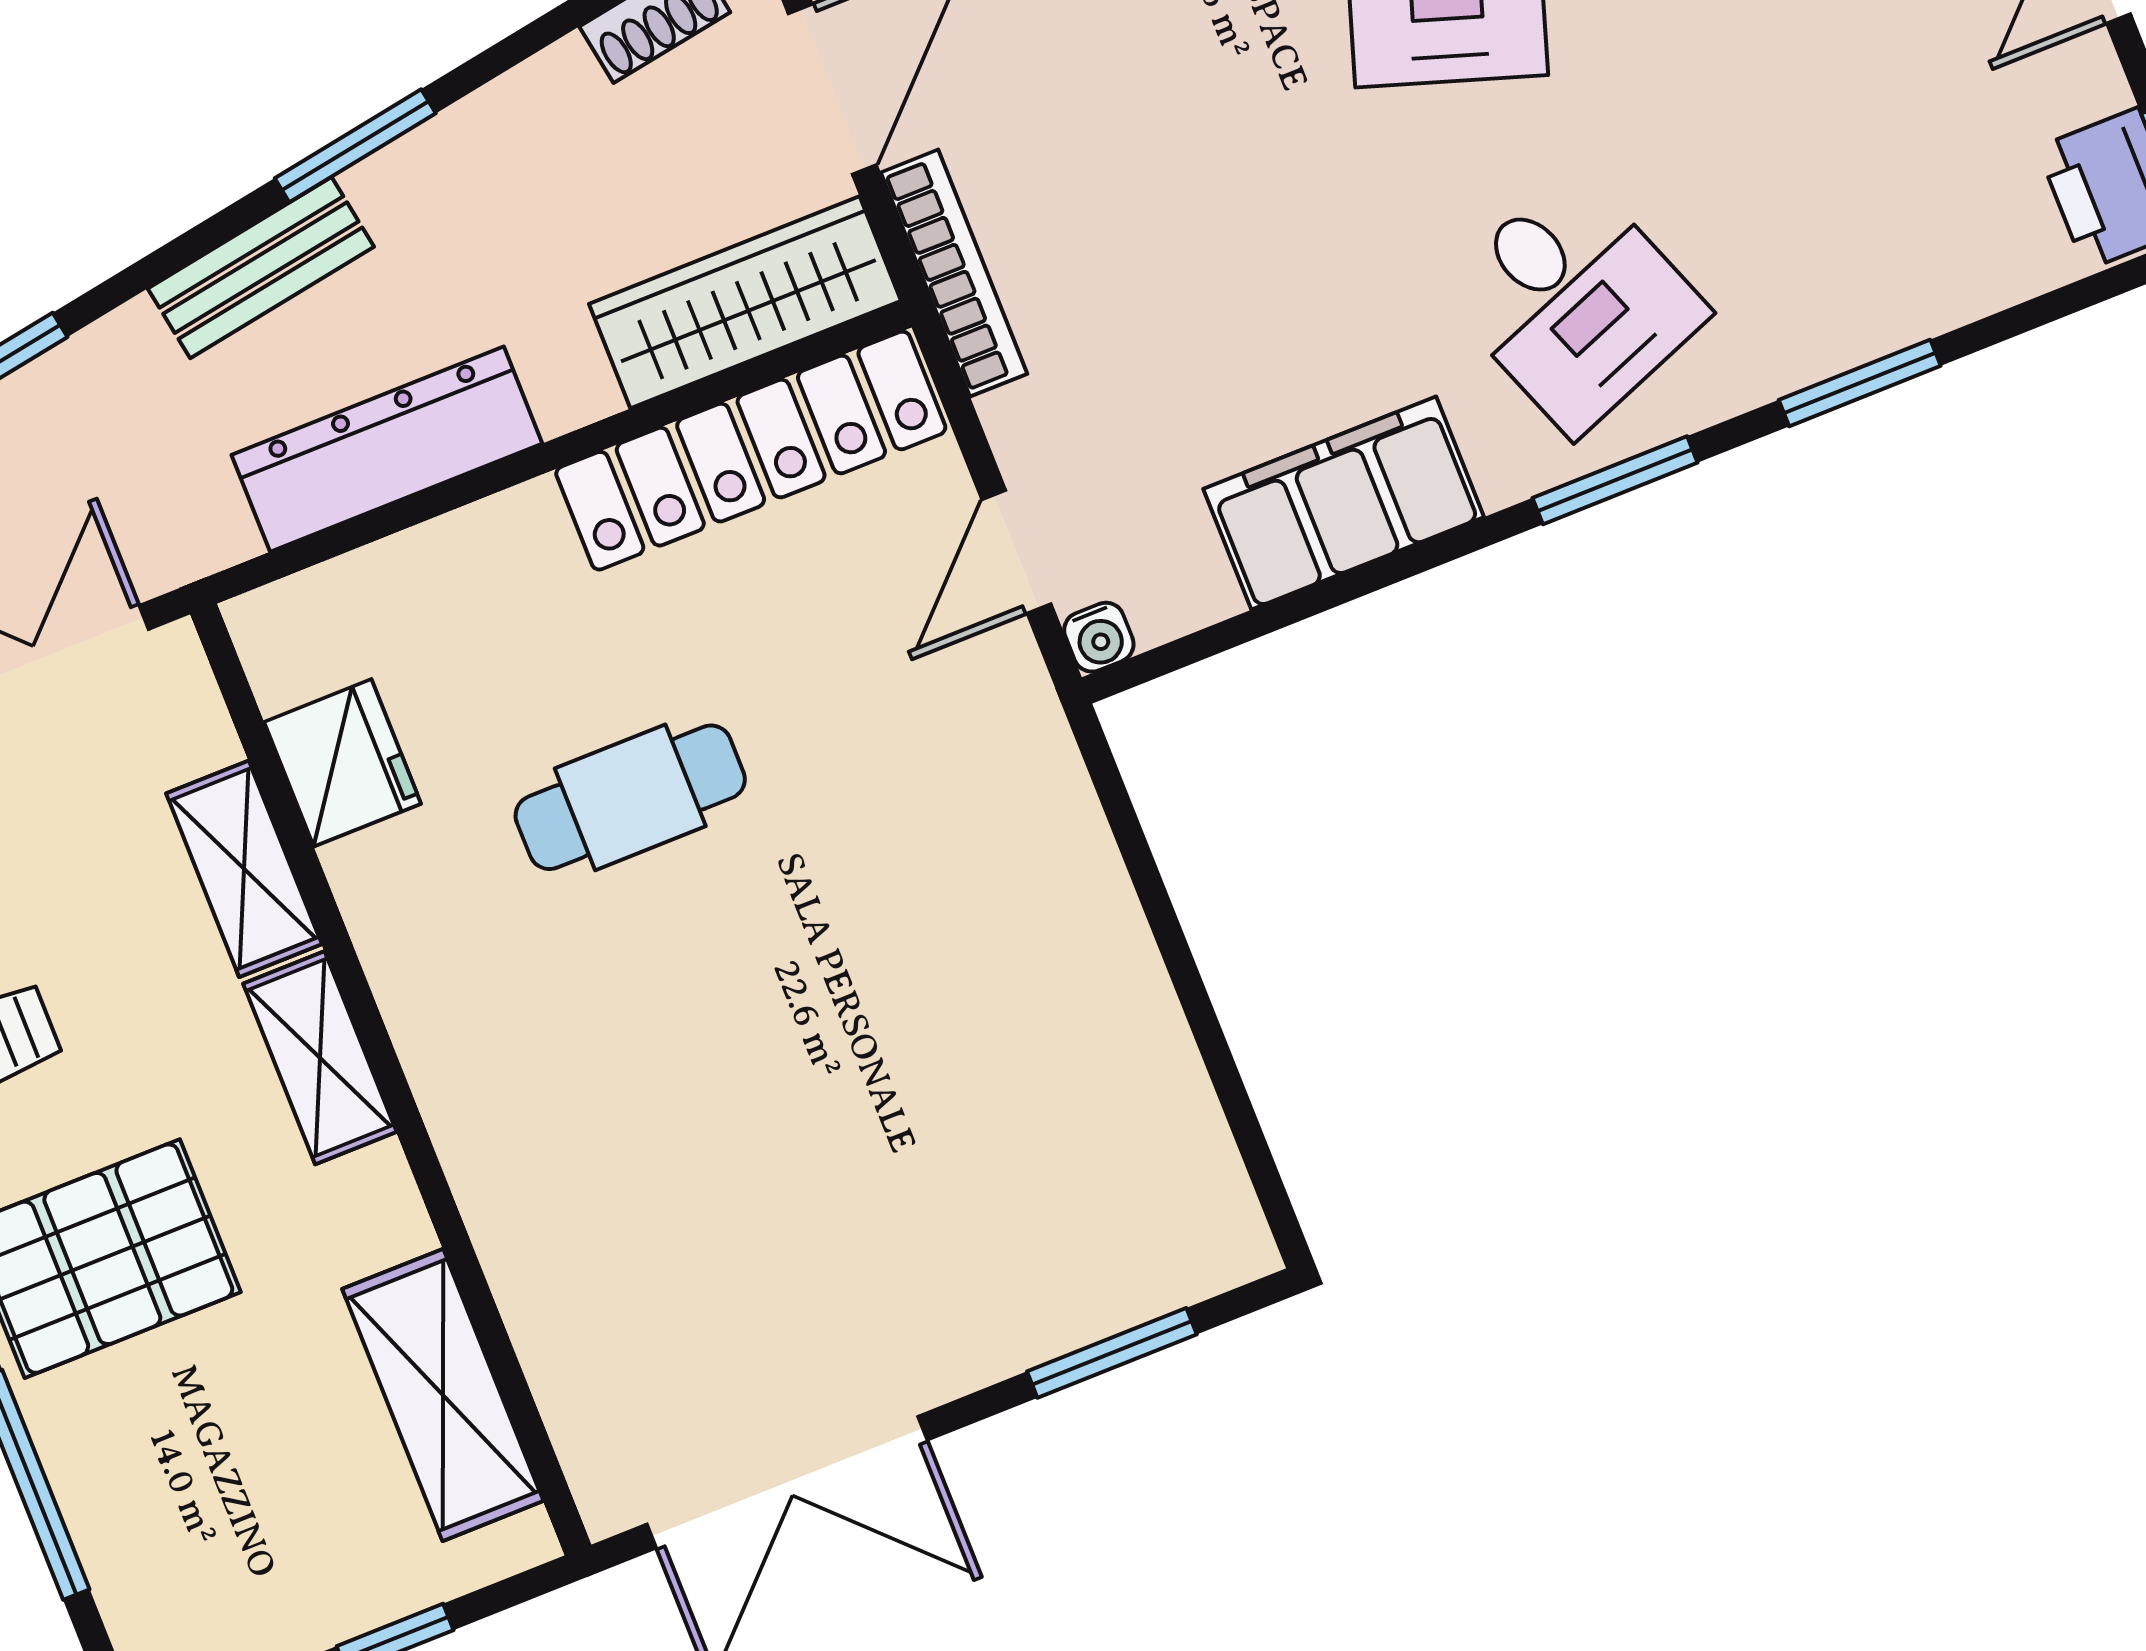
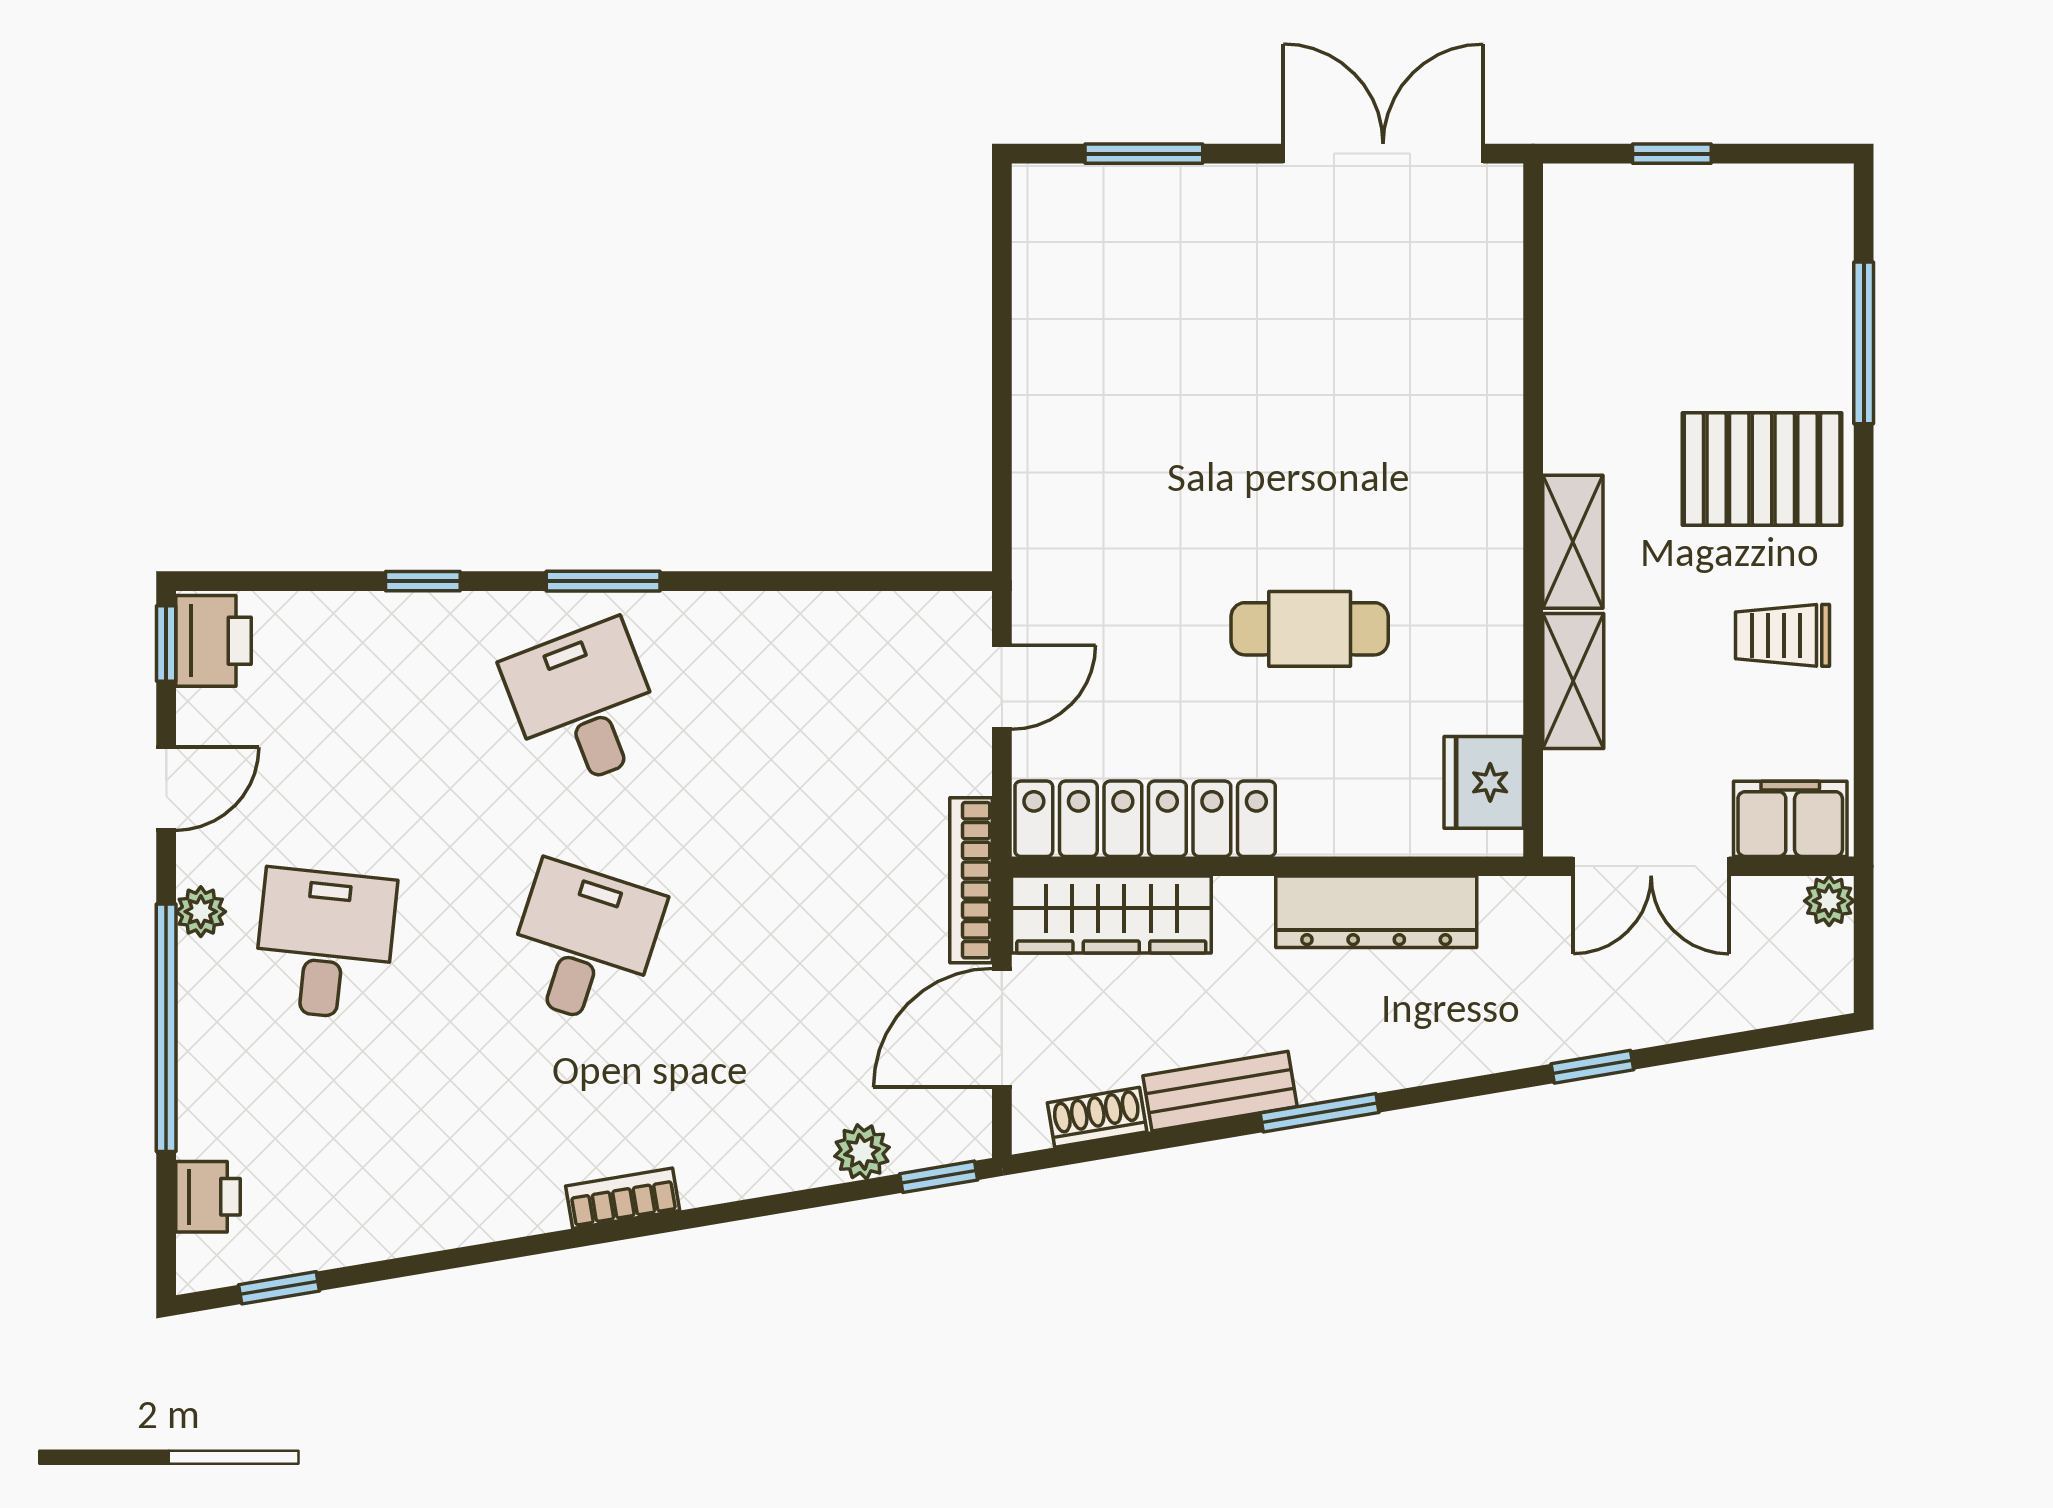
bench: (261, 268) -> (1220, 1091), moved
window: (1860, 383) -> (423, 581), width x0.67
filing cabinet: (1344, 503) -> (781, 635), removed
water cooler: (1099, 637) -> (971, 612), removed
fridge: (342, 763) -> (1484, 782), moved
shelving: (443, 1395) -> (1580, 296), removed

